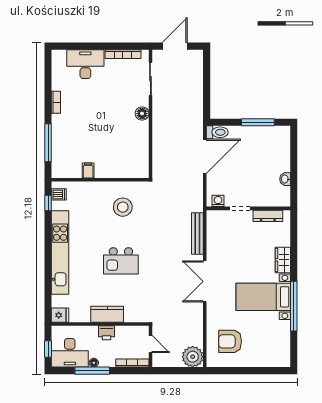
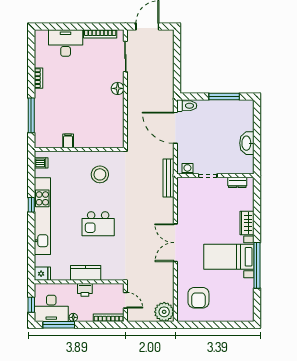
door: (205, 156) -> (175, 128), swing flipped
washbasin: (285, 179) -> (247, 143), width x1.91, depth x1.45
window: (48, 203) -> (31, 205), moved
dresser: (268, 216) -> (237, 182), width x0.70
bench: (197, 233) -> (168, 178), moved
armchair: (230, 341) -> (198, 298), turned -90
window: (92, 371) -> (59, 325), moved

